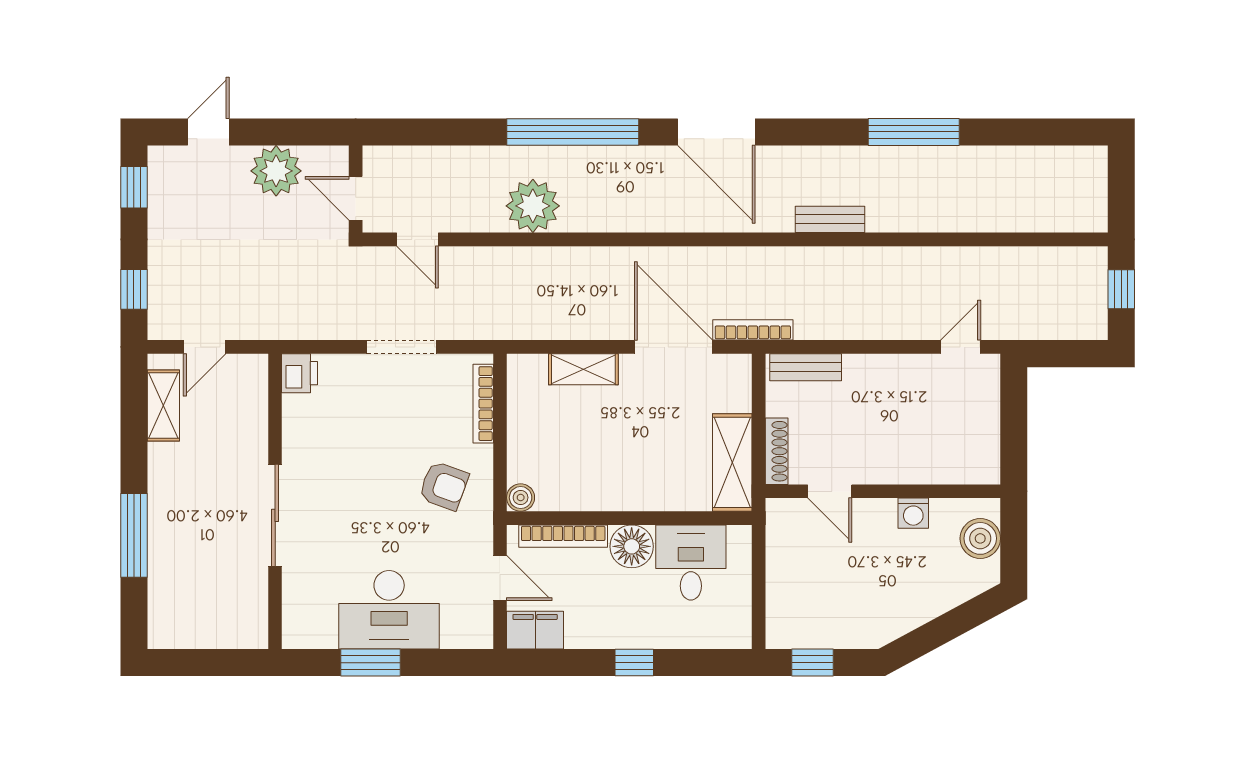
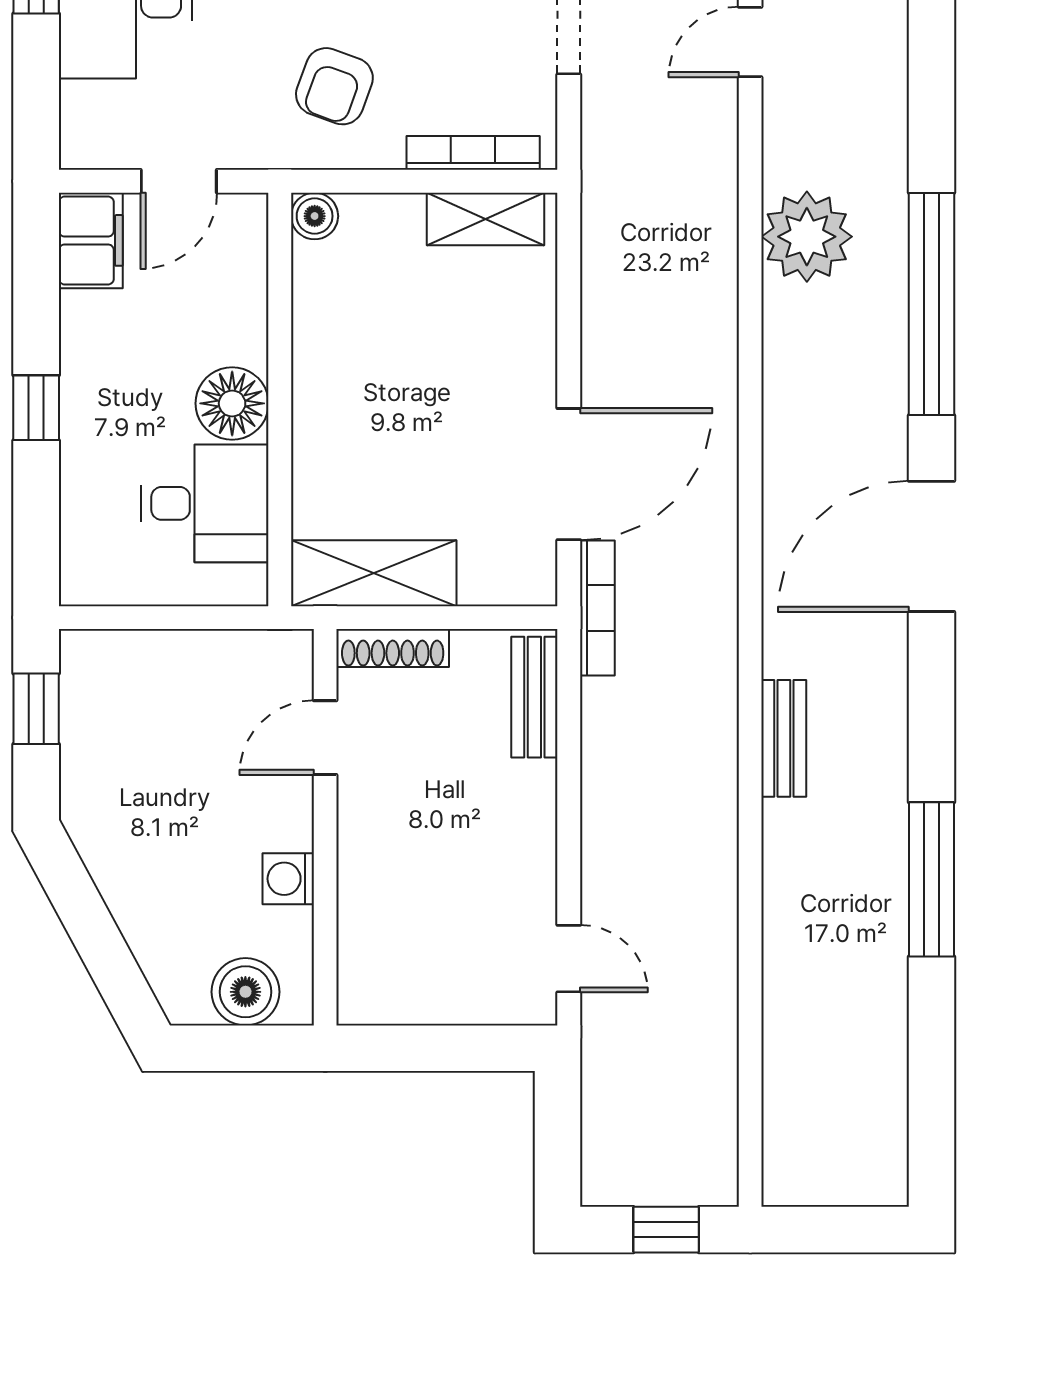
shelving: (583, 369) -> (486, 219), moved, turned 90
bookcase: (563, 536) -> (249, 288), removed

